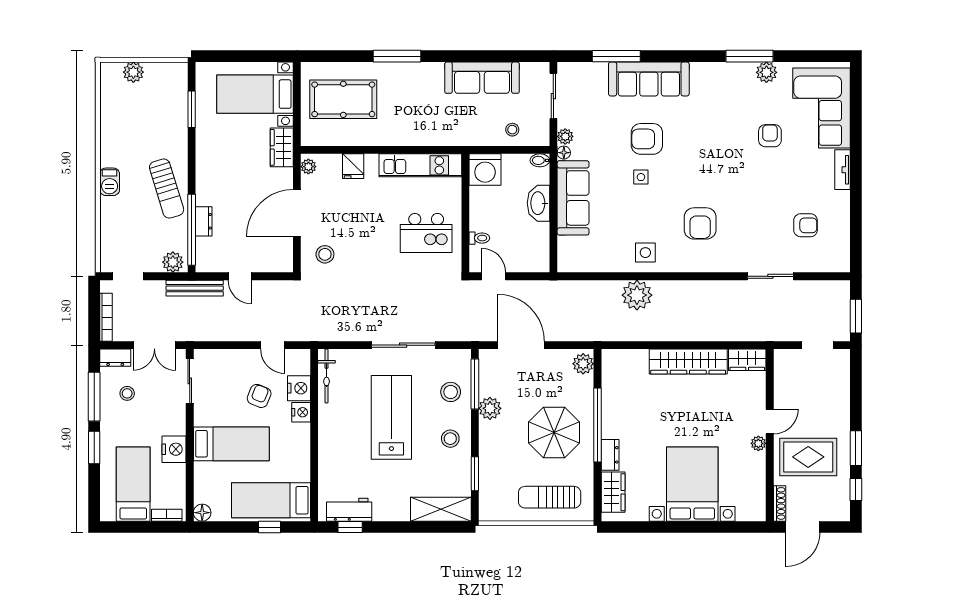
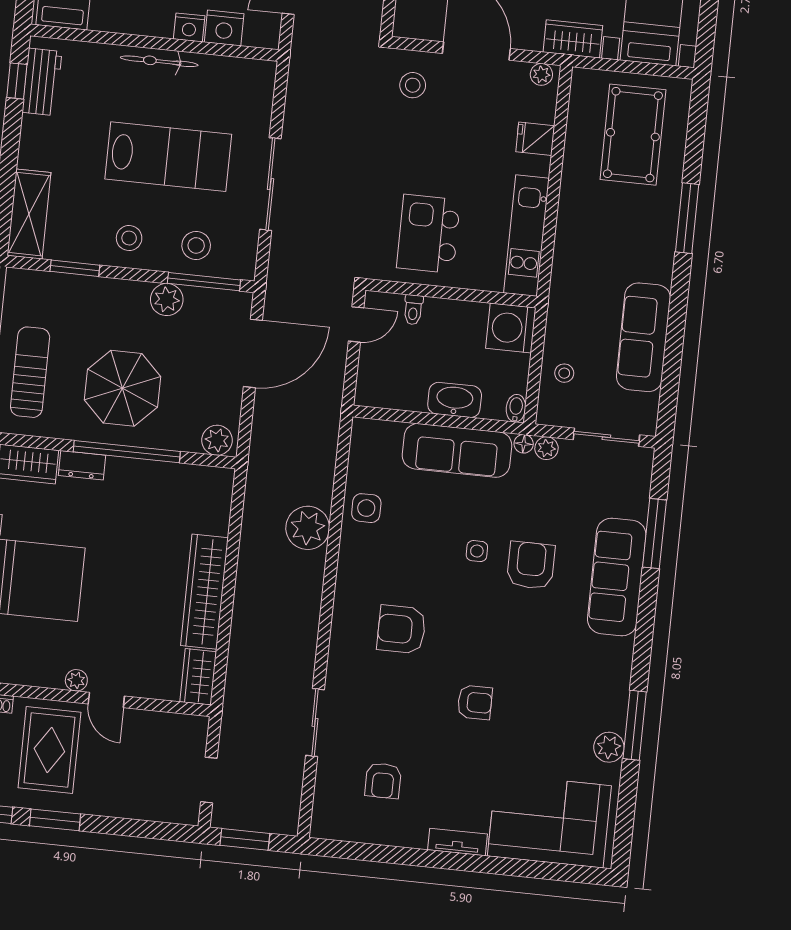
armchair: (770, 136) -> (475, 702), moved
side table: (645, 253) -> (366, 508), moved
bicycle: (327, 376) -> (159, 61), moved

